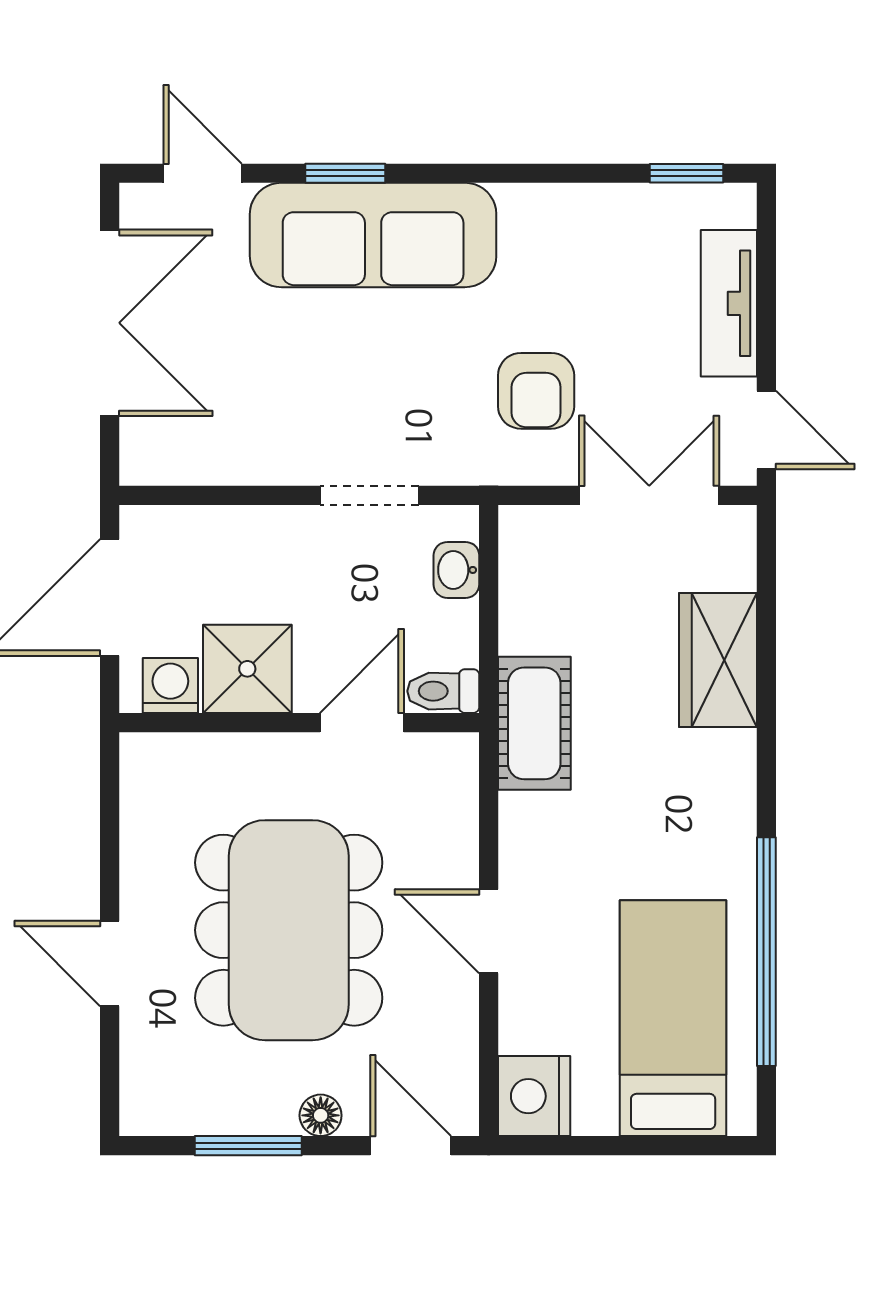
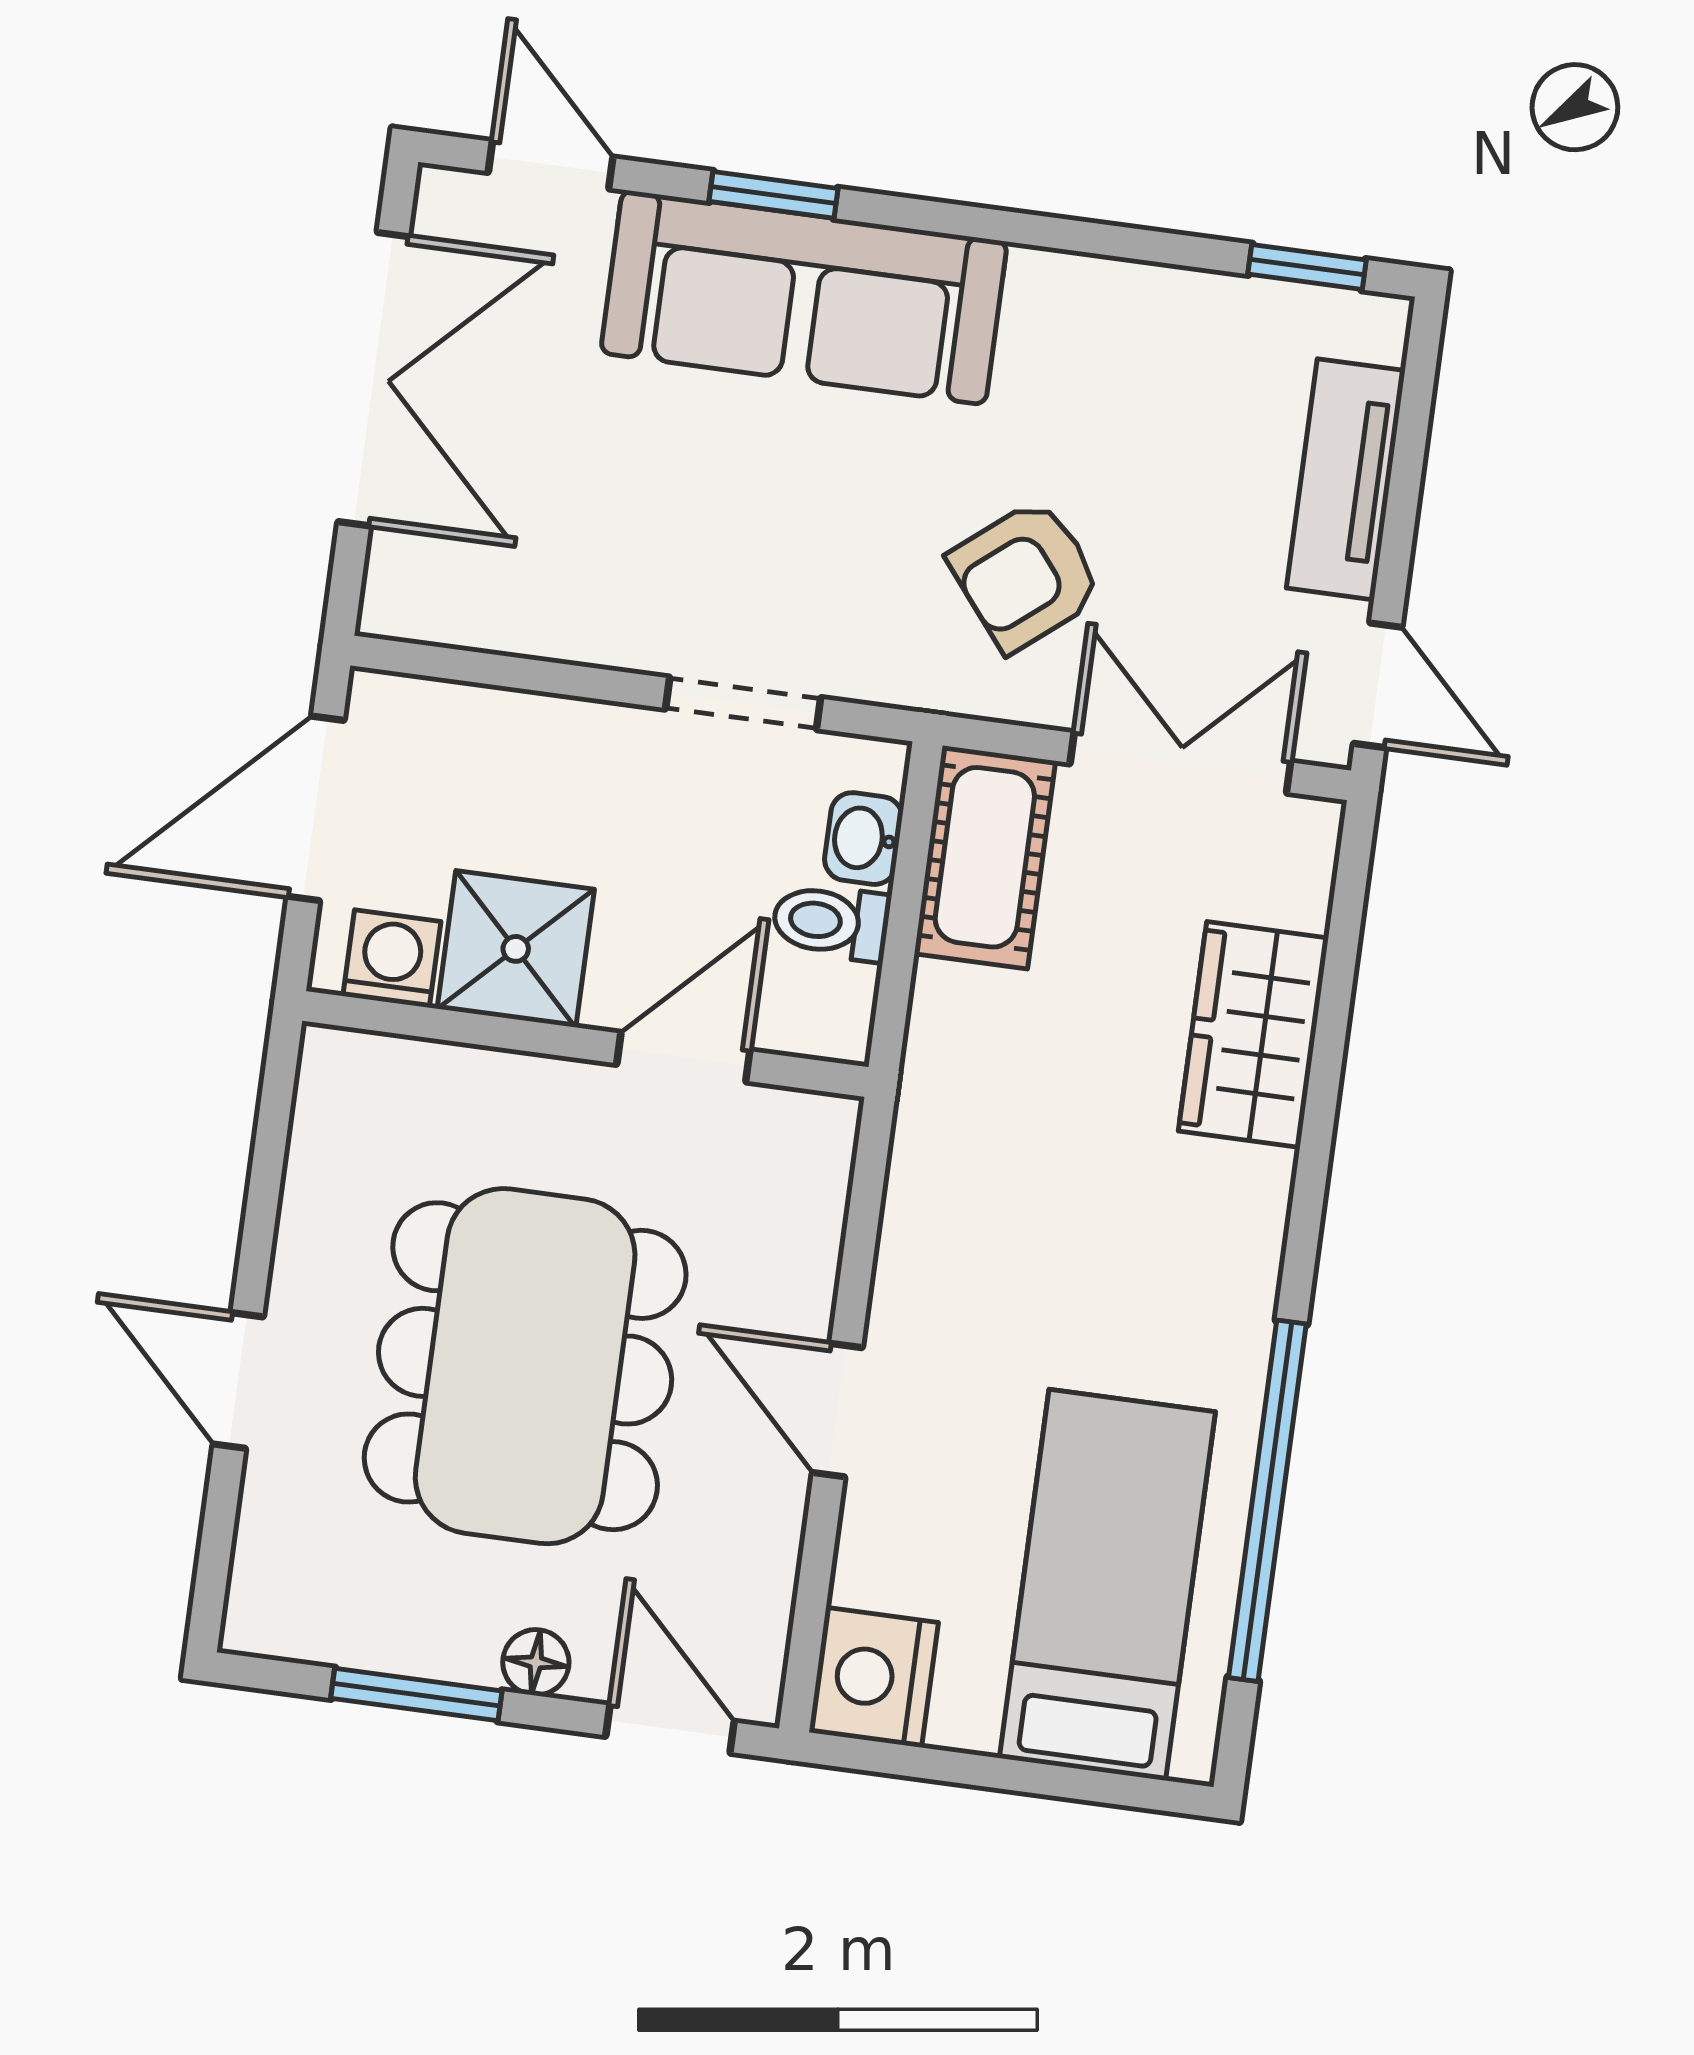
armchair: (536, 391) -> (1026, 575), turned 51
toilet: (443, 691) -> (831, 922), moved
cot: (534, 723) -> (985, 857), moved

